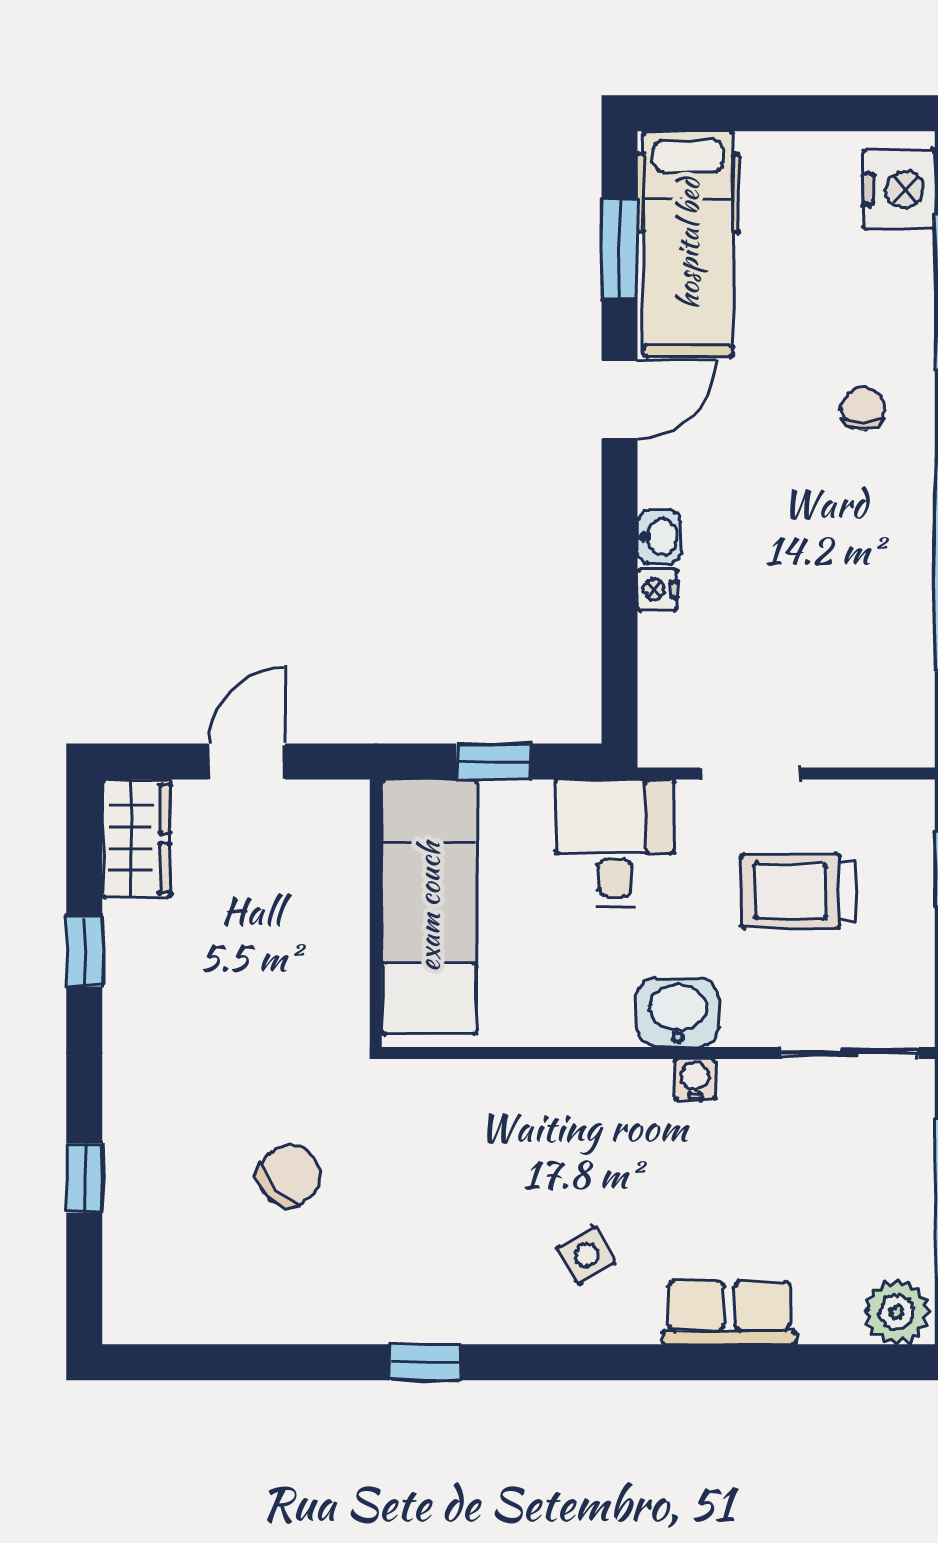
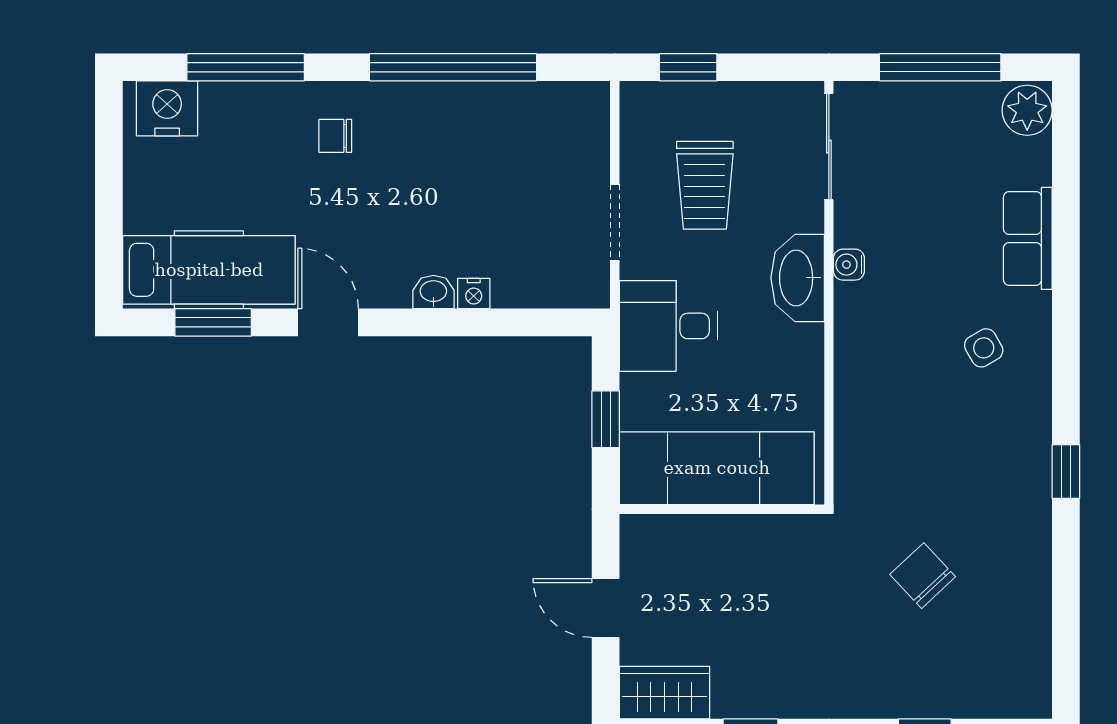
washbasin: (678, 1012) -> (798, 278), width x1.38

